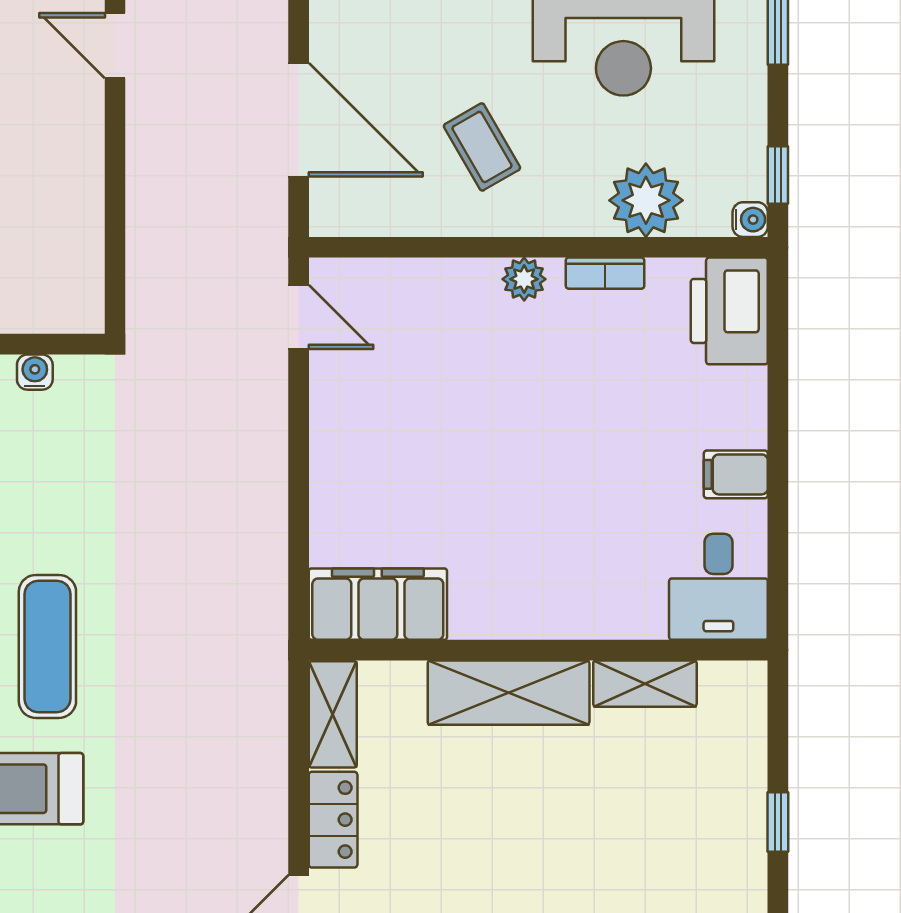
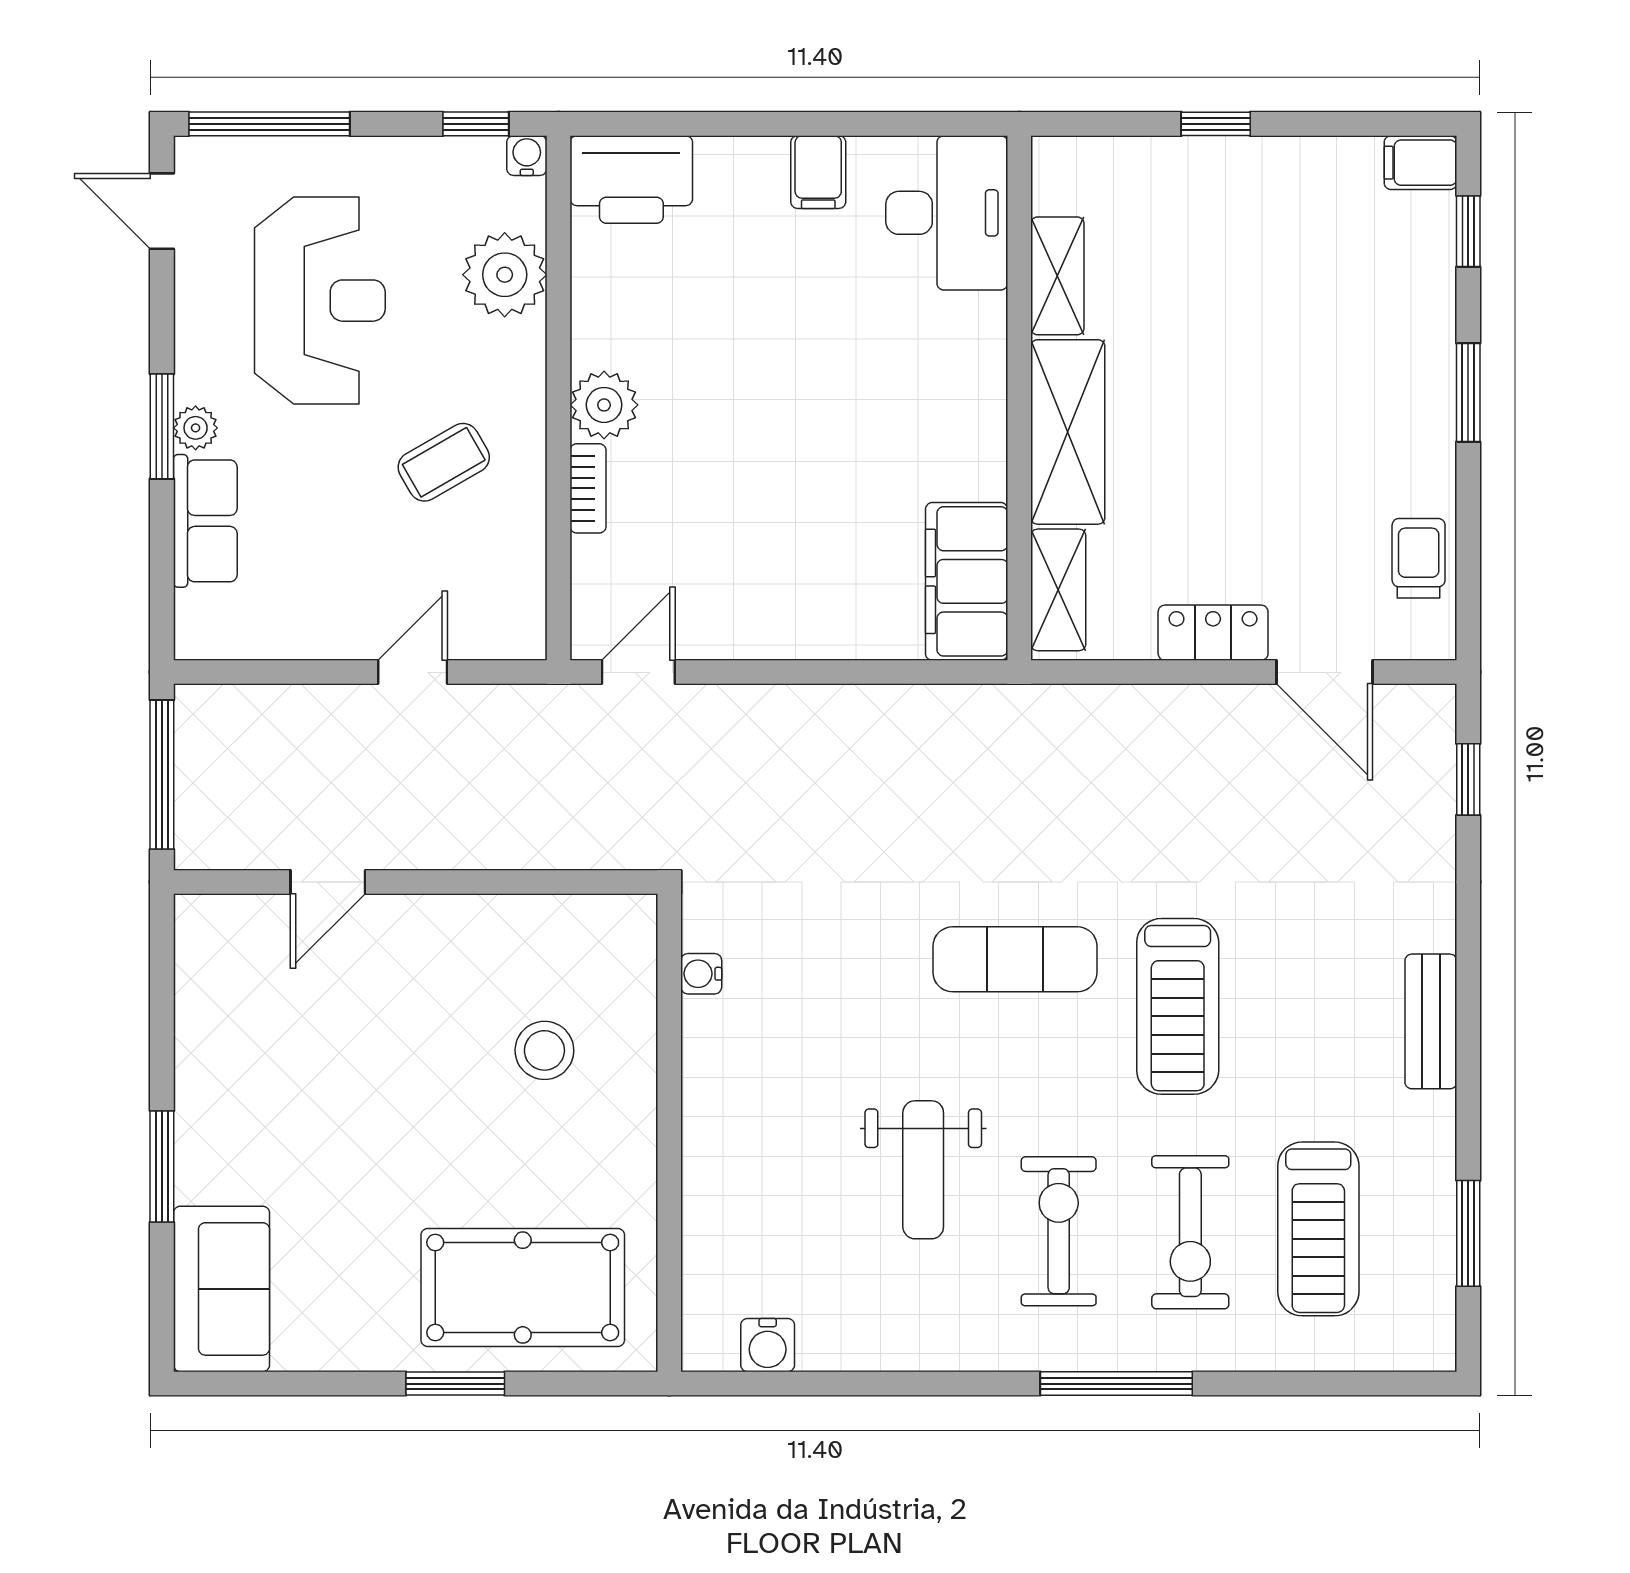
door: (299, 120) -> (413, 672), width x0.53
bookcase: (605, 273) -> (588, 488), moved
plant: (524, 279) -> (604, 405), width x1.38, depth x1.38
desk: (718, 587) -> (947, 213), width x1.37
shelving: (333, 714) -> (1058, 590), moved, turned 90

